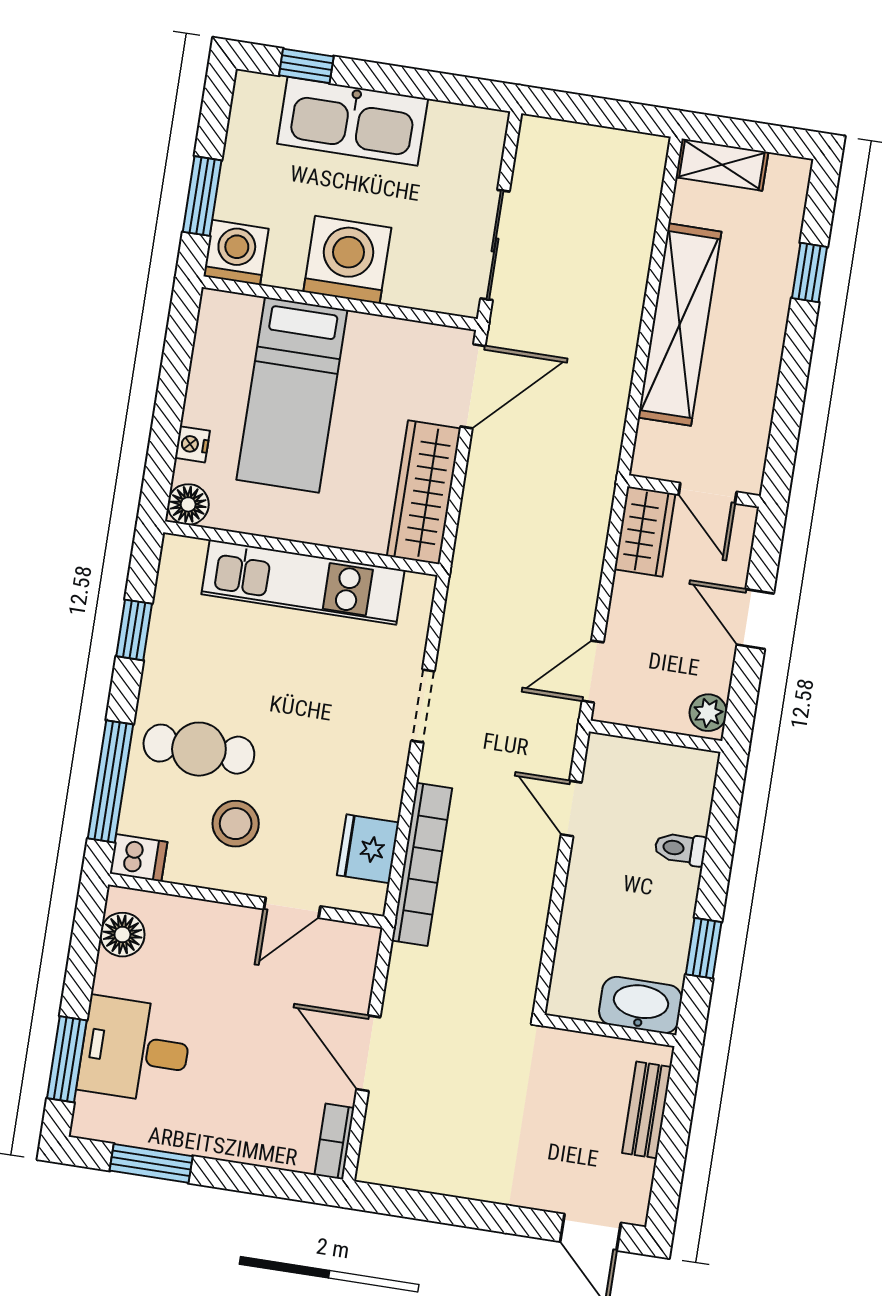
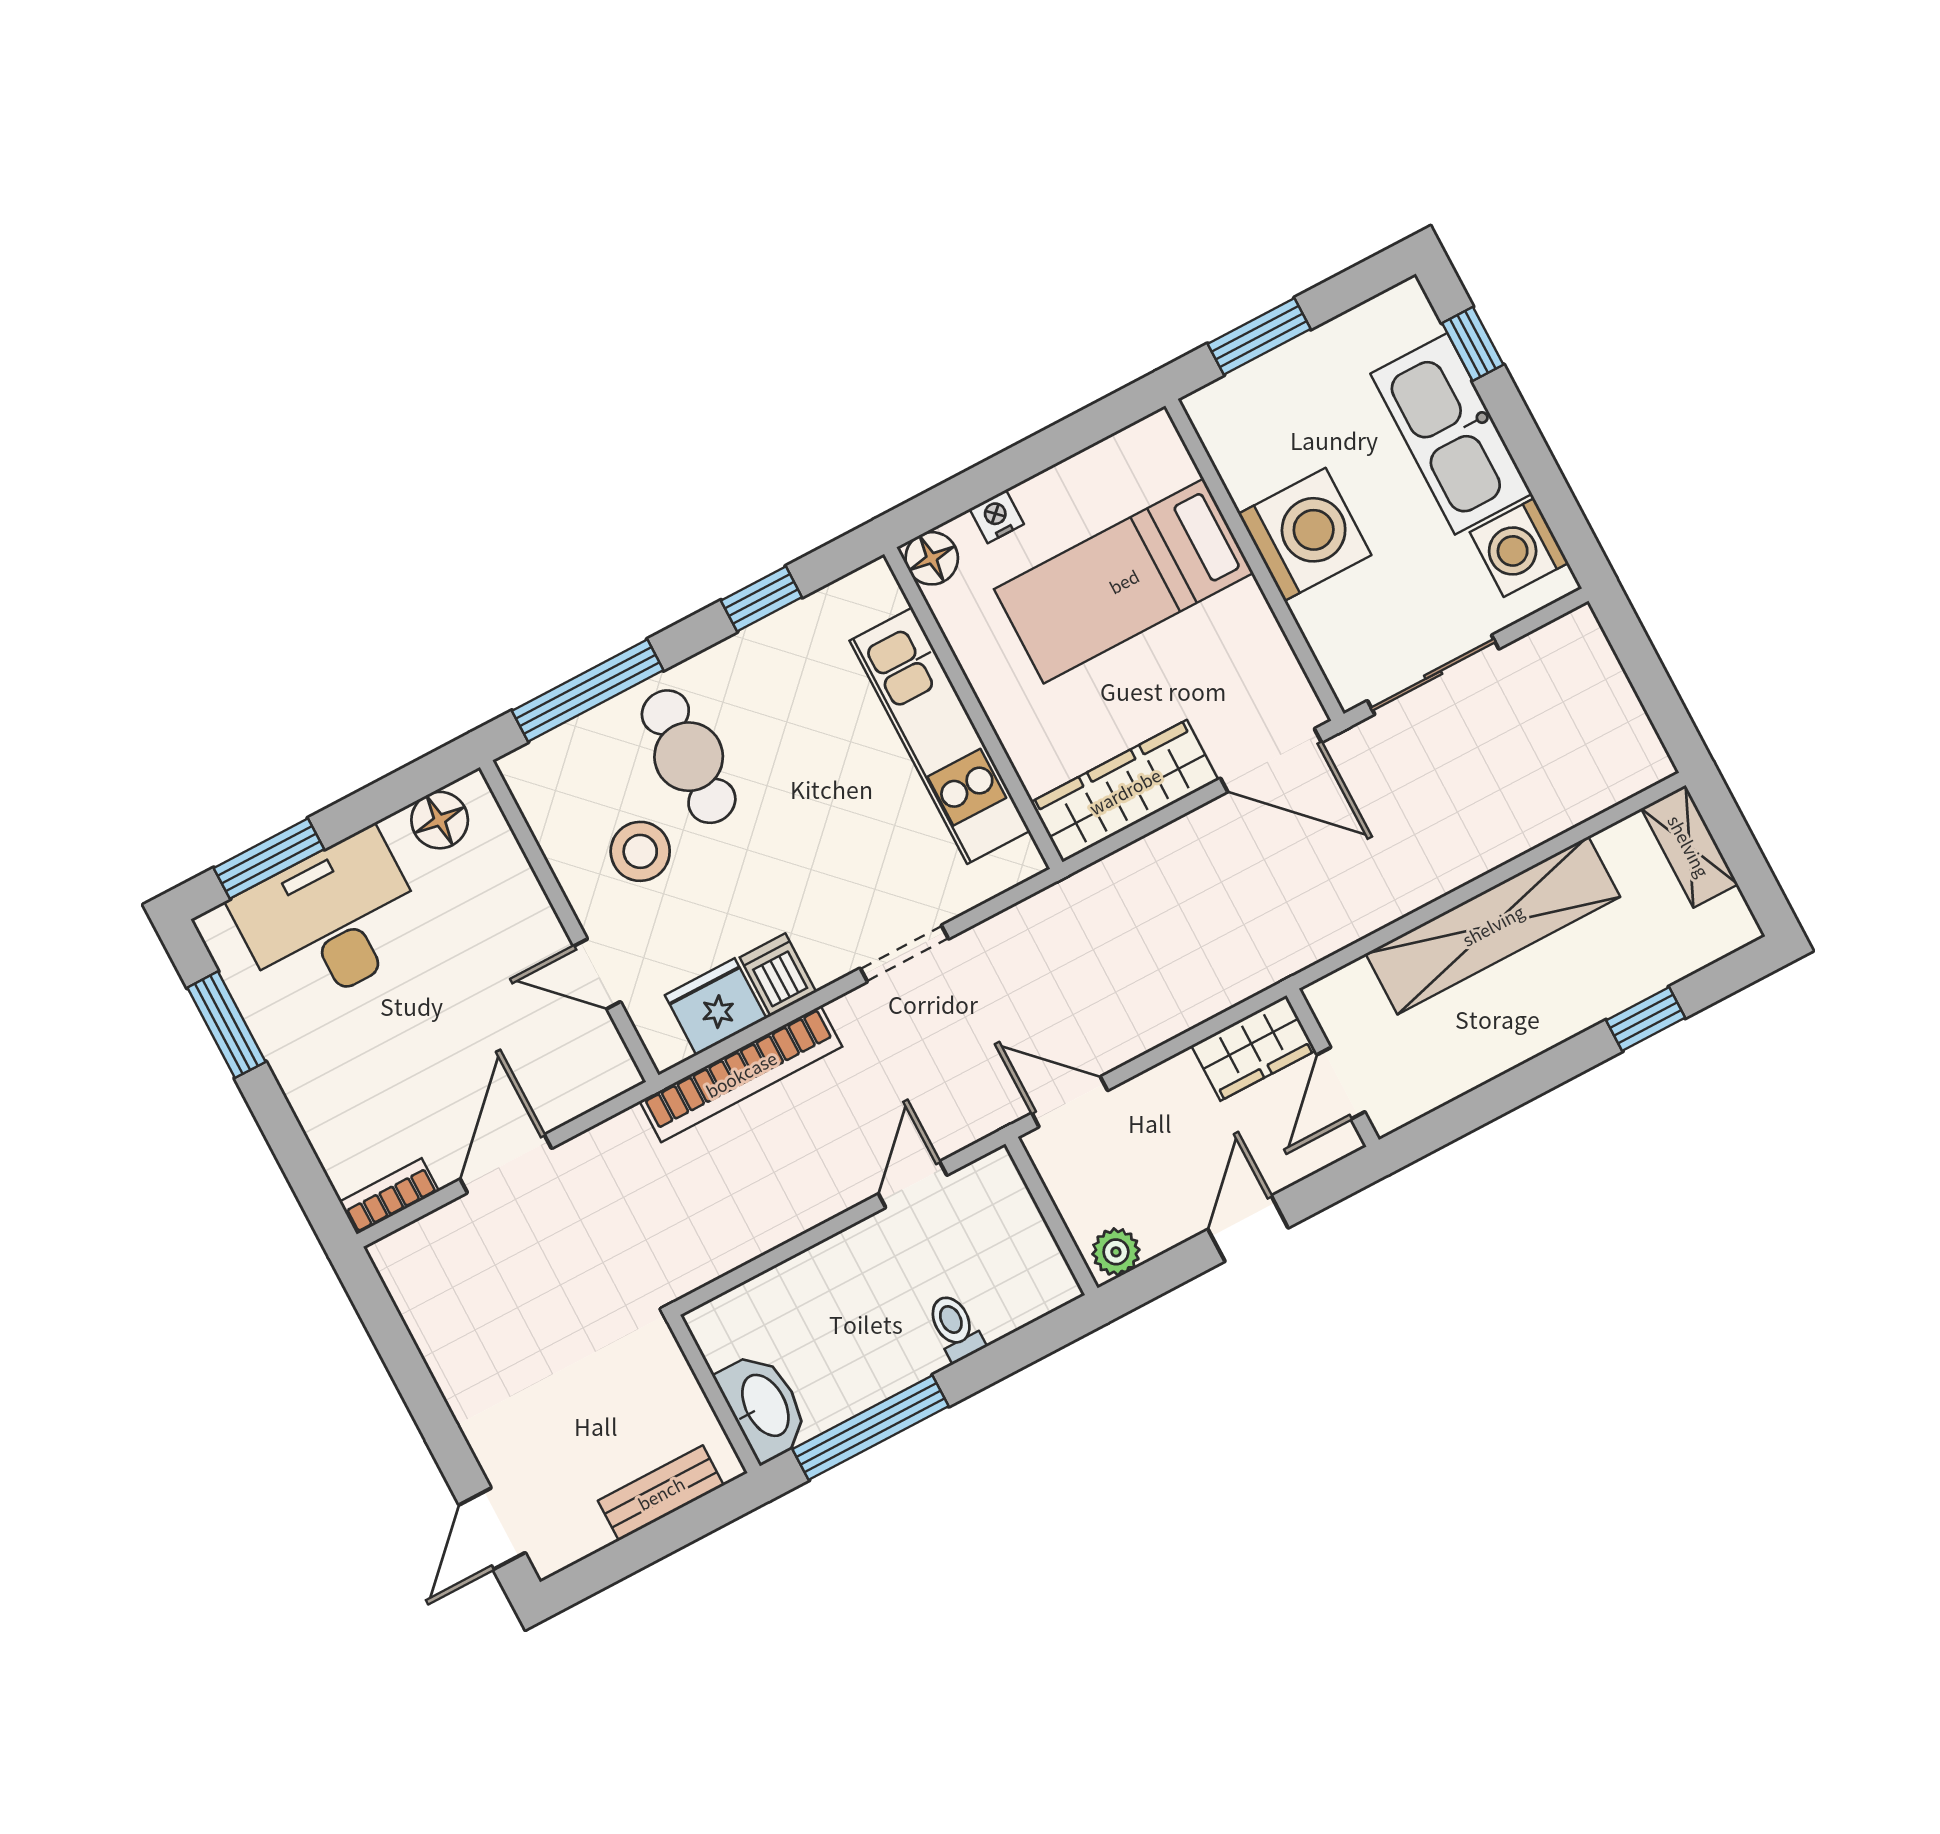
washing machine: (236, 252) -> (1519, 548), moved, turned 180
dishwasher: (139, 858) -> (778, 975), moved, turned 180
window: (704, 948) -> (871, 1428), width x2.17
desk: (135, 1050) -> (331, 921), width x1.37

